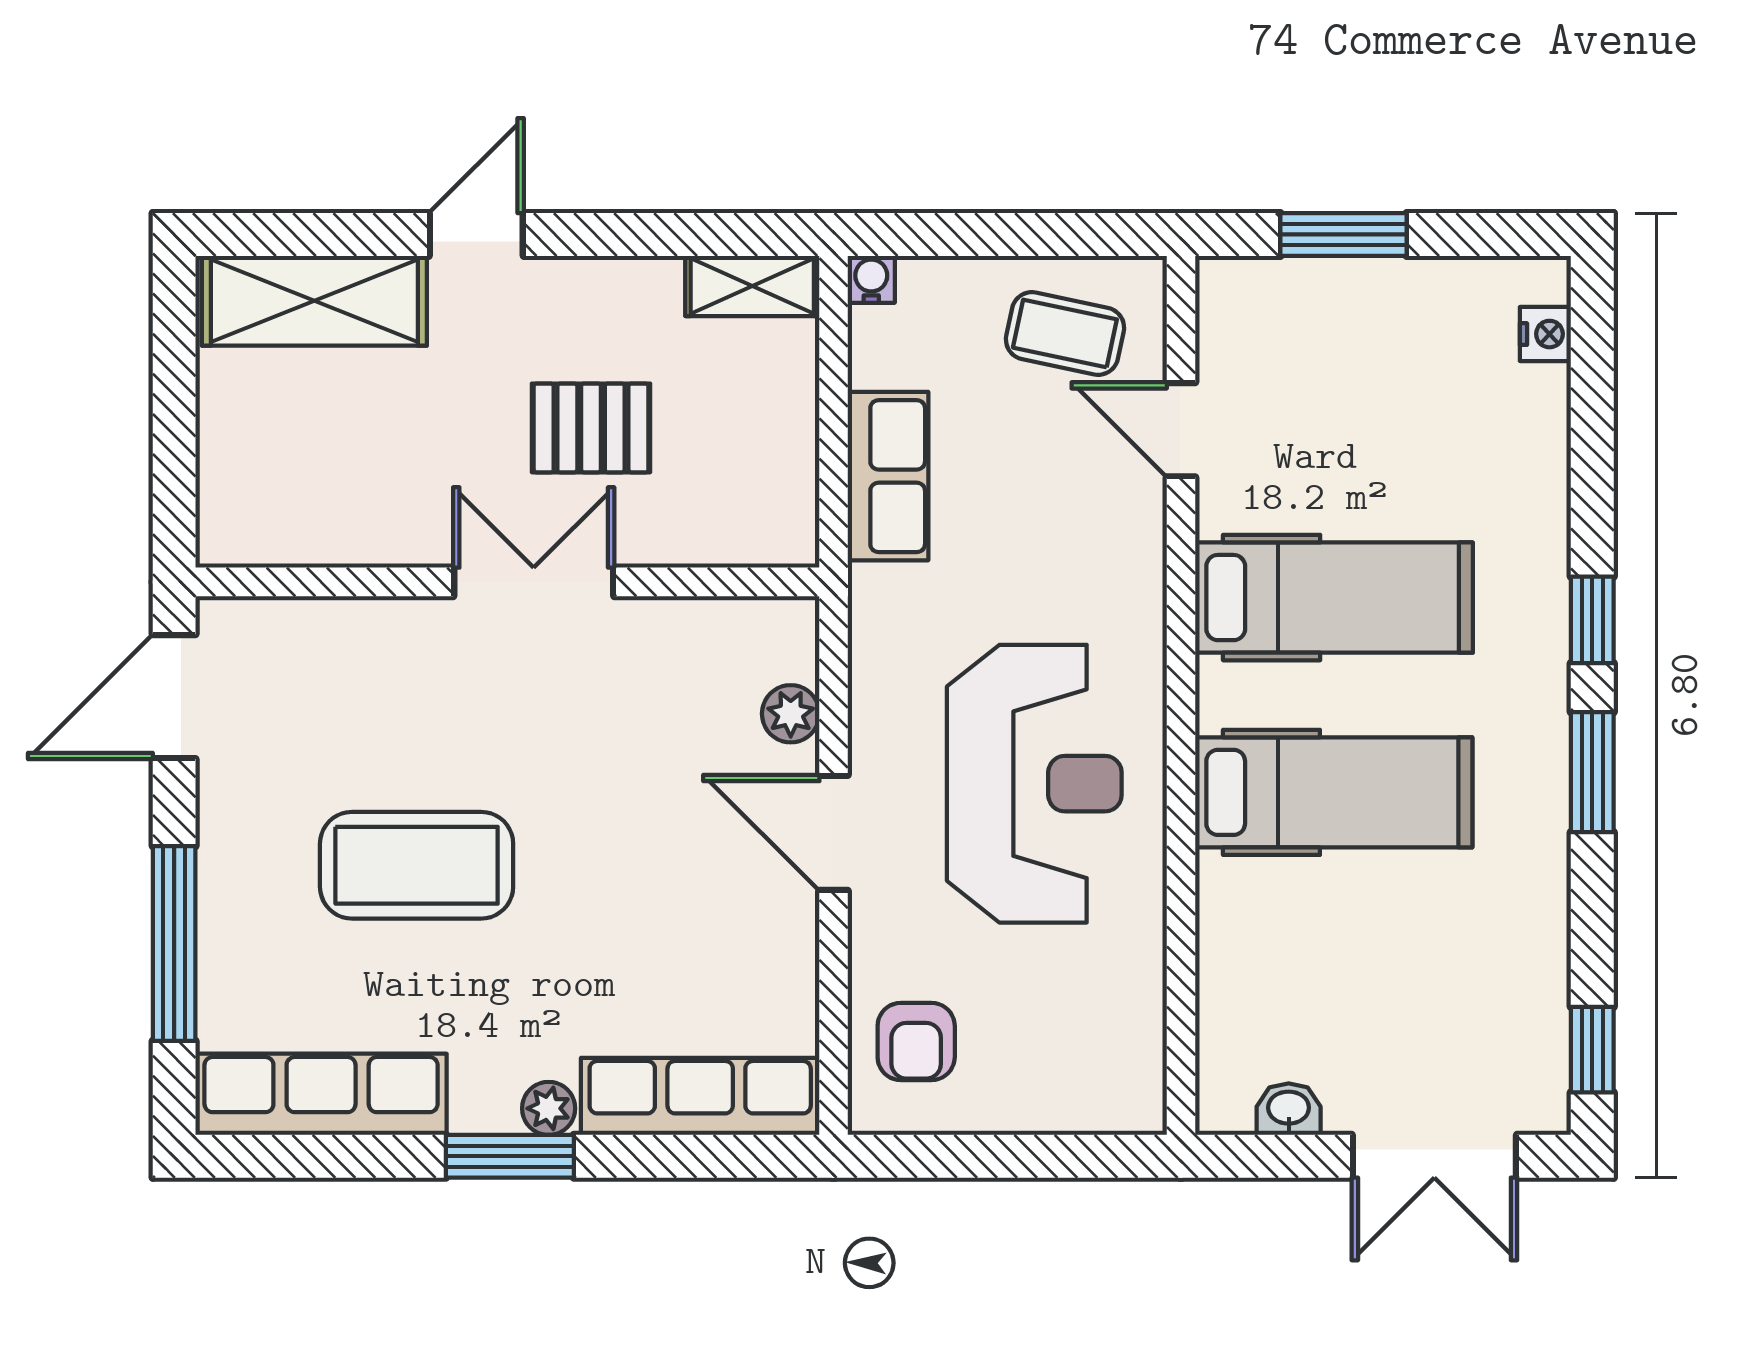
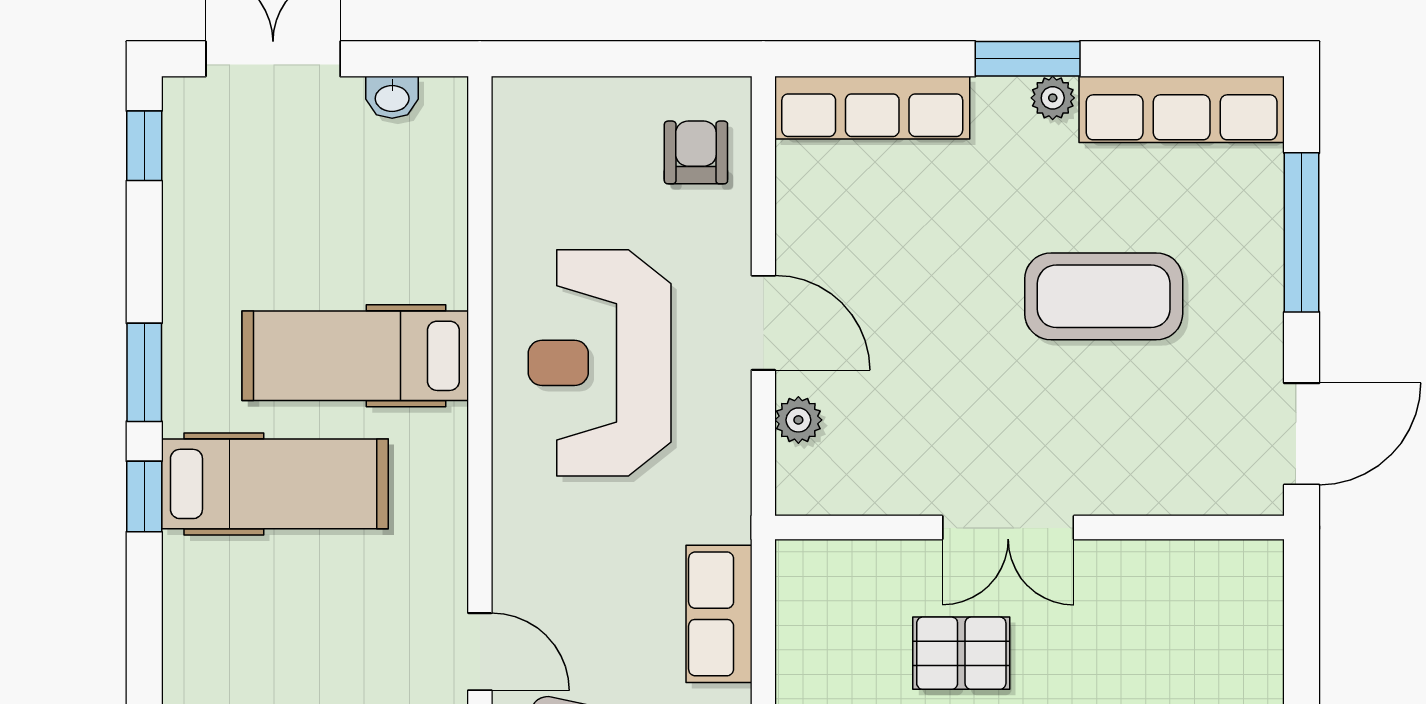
hospital bed: (1334, 598) -> (275, 484), moved, turned 180
plant: (549, 1108) -> (1053, 98), moved

